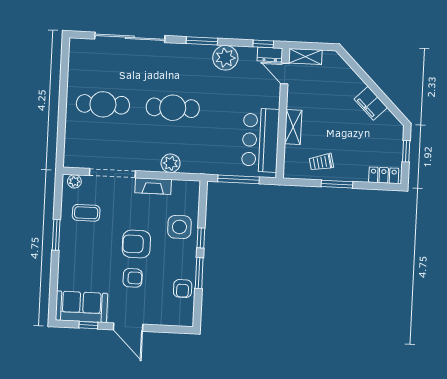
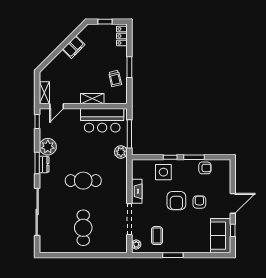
dresser: (270, 54) -> (44, 164), moved
cafe table: (173, 108) -> (83, 181), turned 90
plant: (171, 163) -> (121, 152), moved

